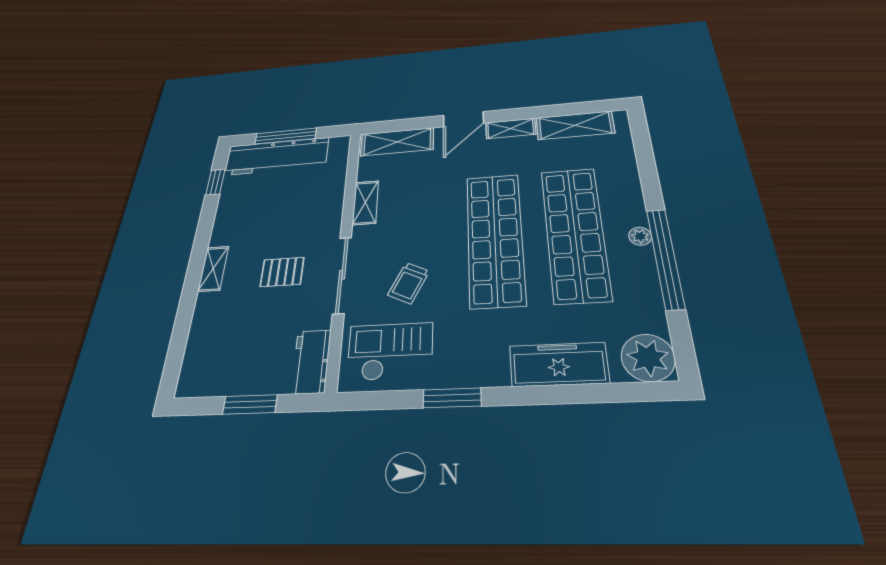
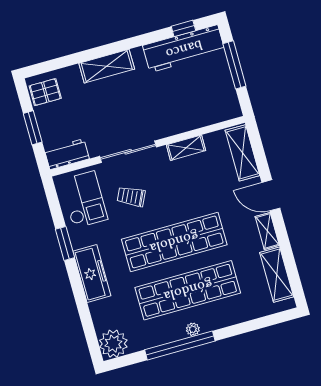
workbench: (276, 156) -> (184, 49), moved, turned -90
shelving: (213, 269) -> (107, 66), width x1.50, depth x1.33
pallet: (282, 272) -> (45, 92), moved, turned 90
freezer: (559, 364) -> (92, 274), moved

